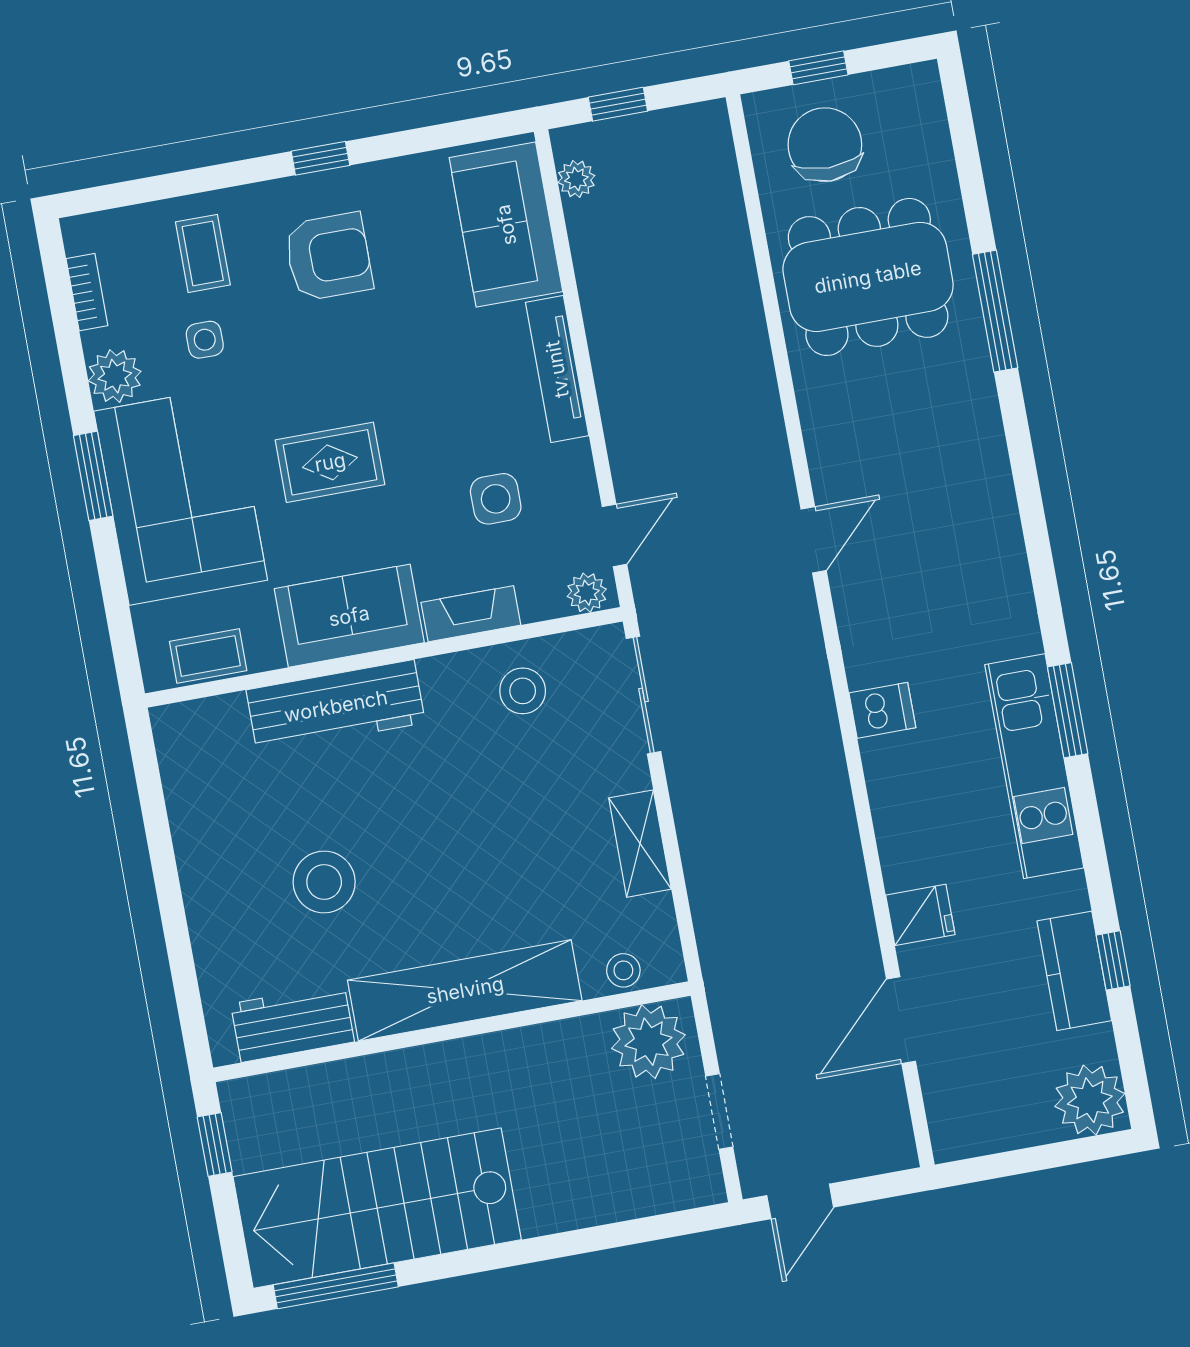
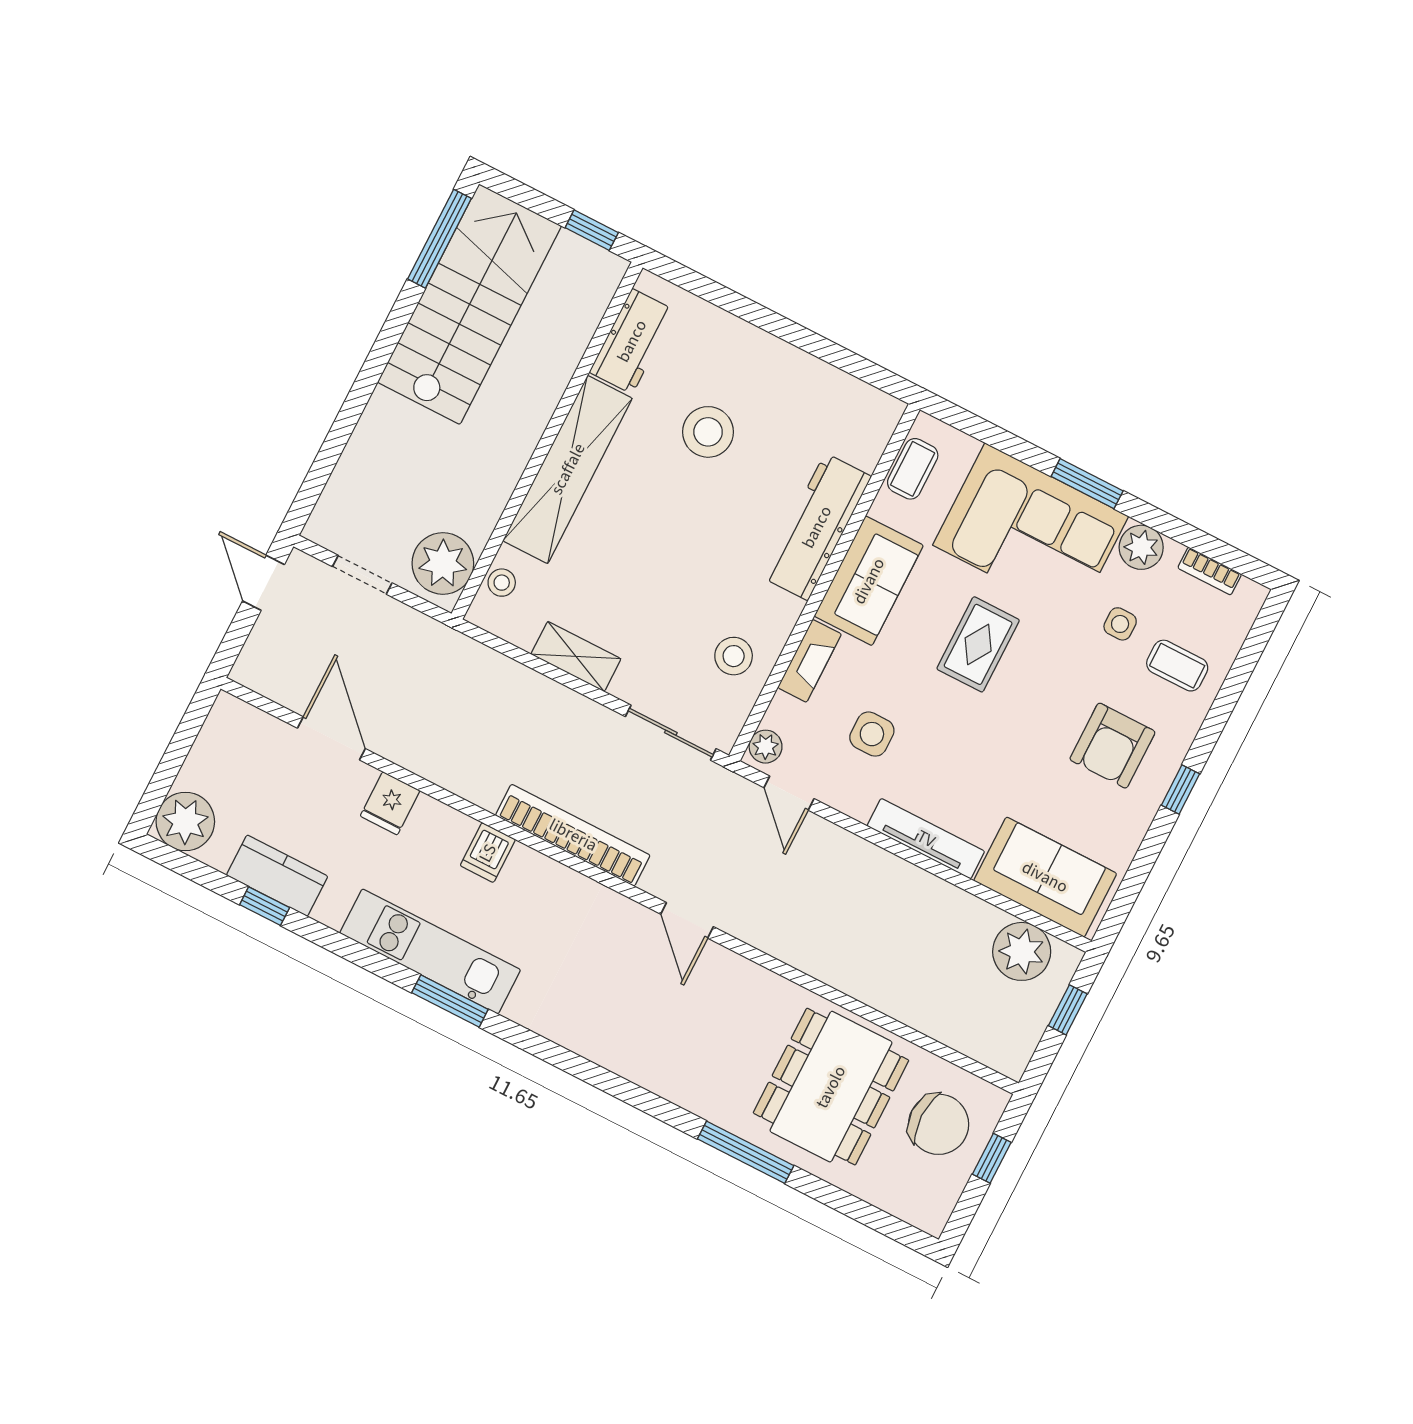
plant: (576, 179) -> (1022, 951), width x1.88, depth x1.88
dishwasher: (882, 710) -> (488, 853), moved
bookcase: (816, 714) -> (573, 835), added

